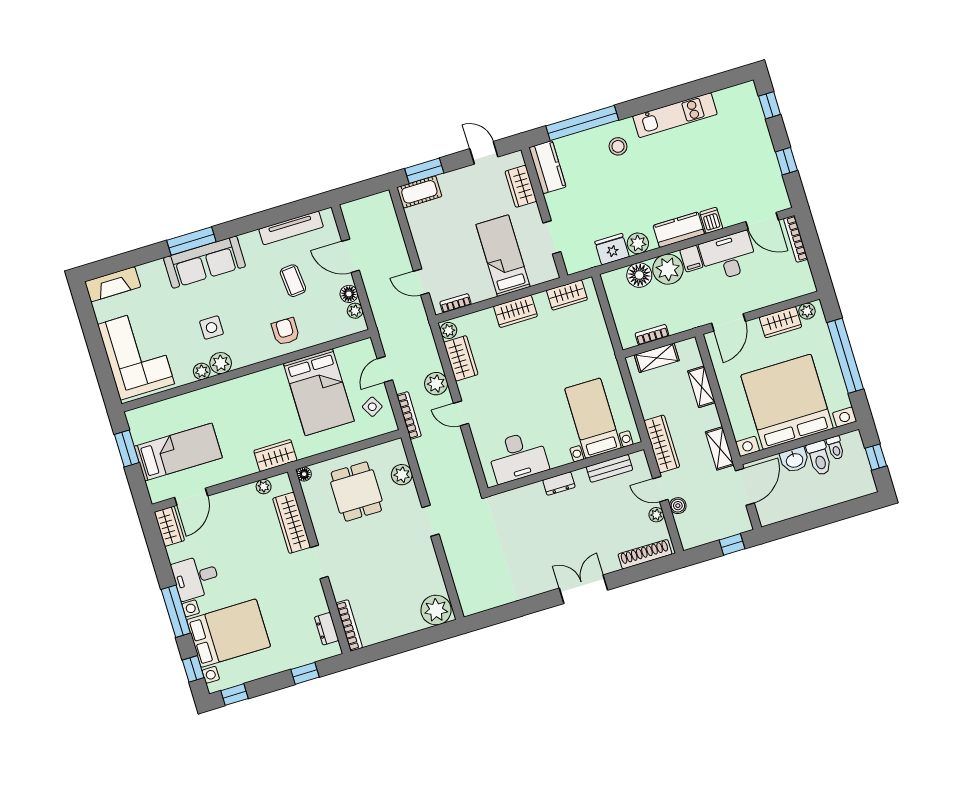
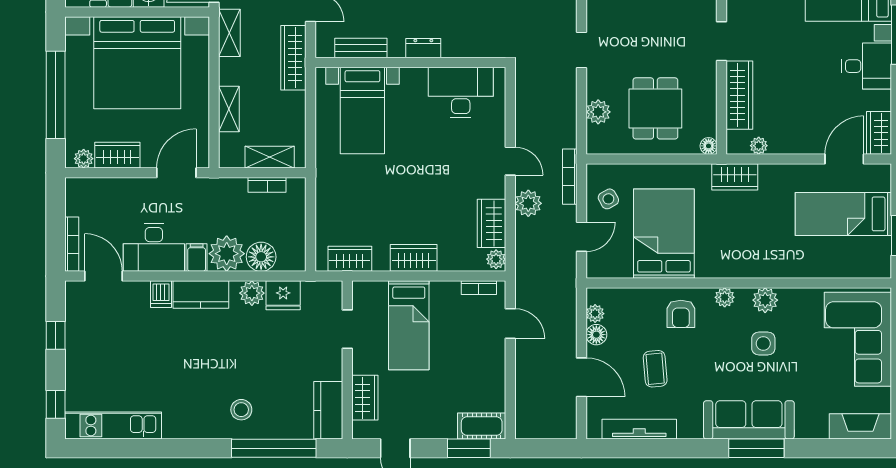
kitchen unit: (675, 115) -> (113, 425), moved
plant: (202, 371) -> (725, 297), moved

